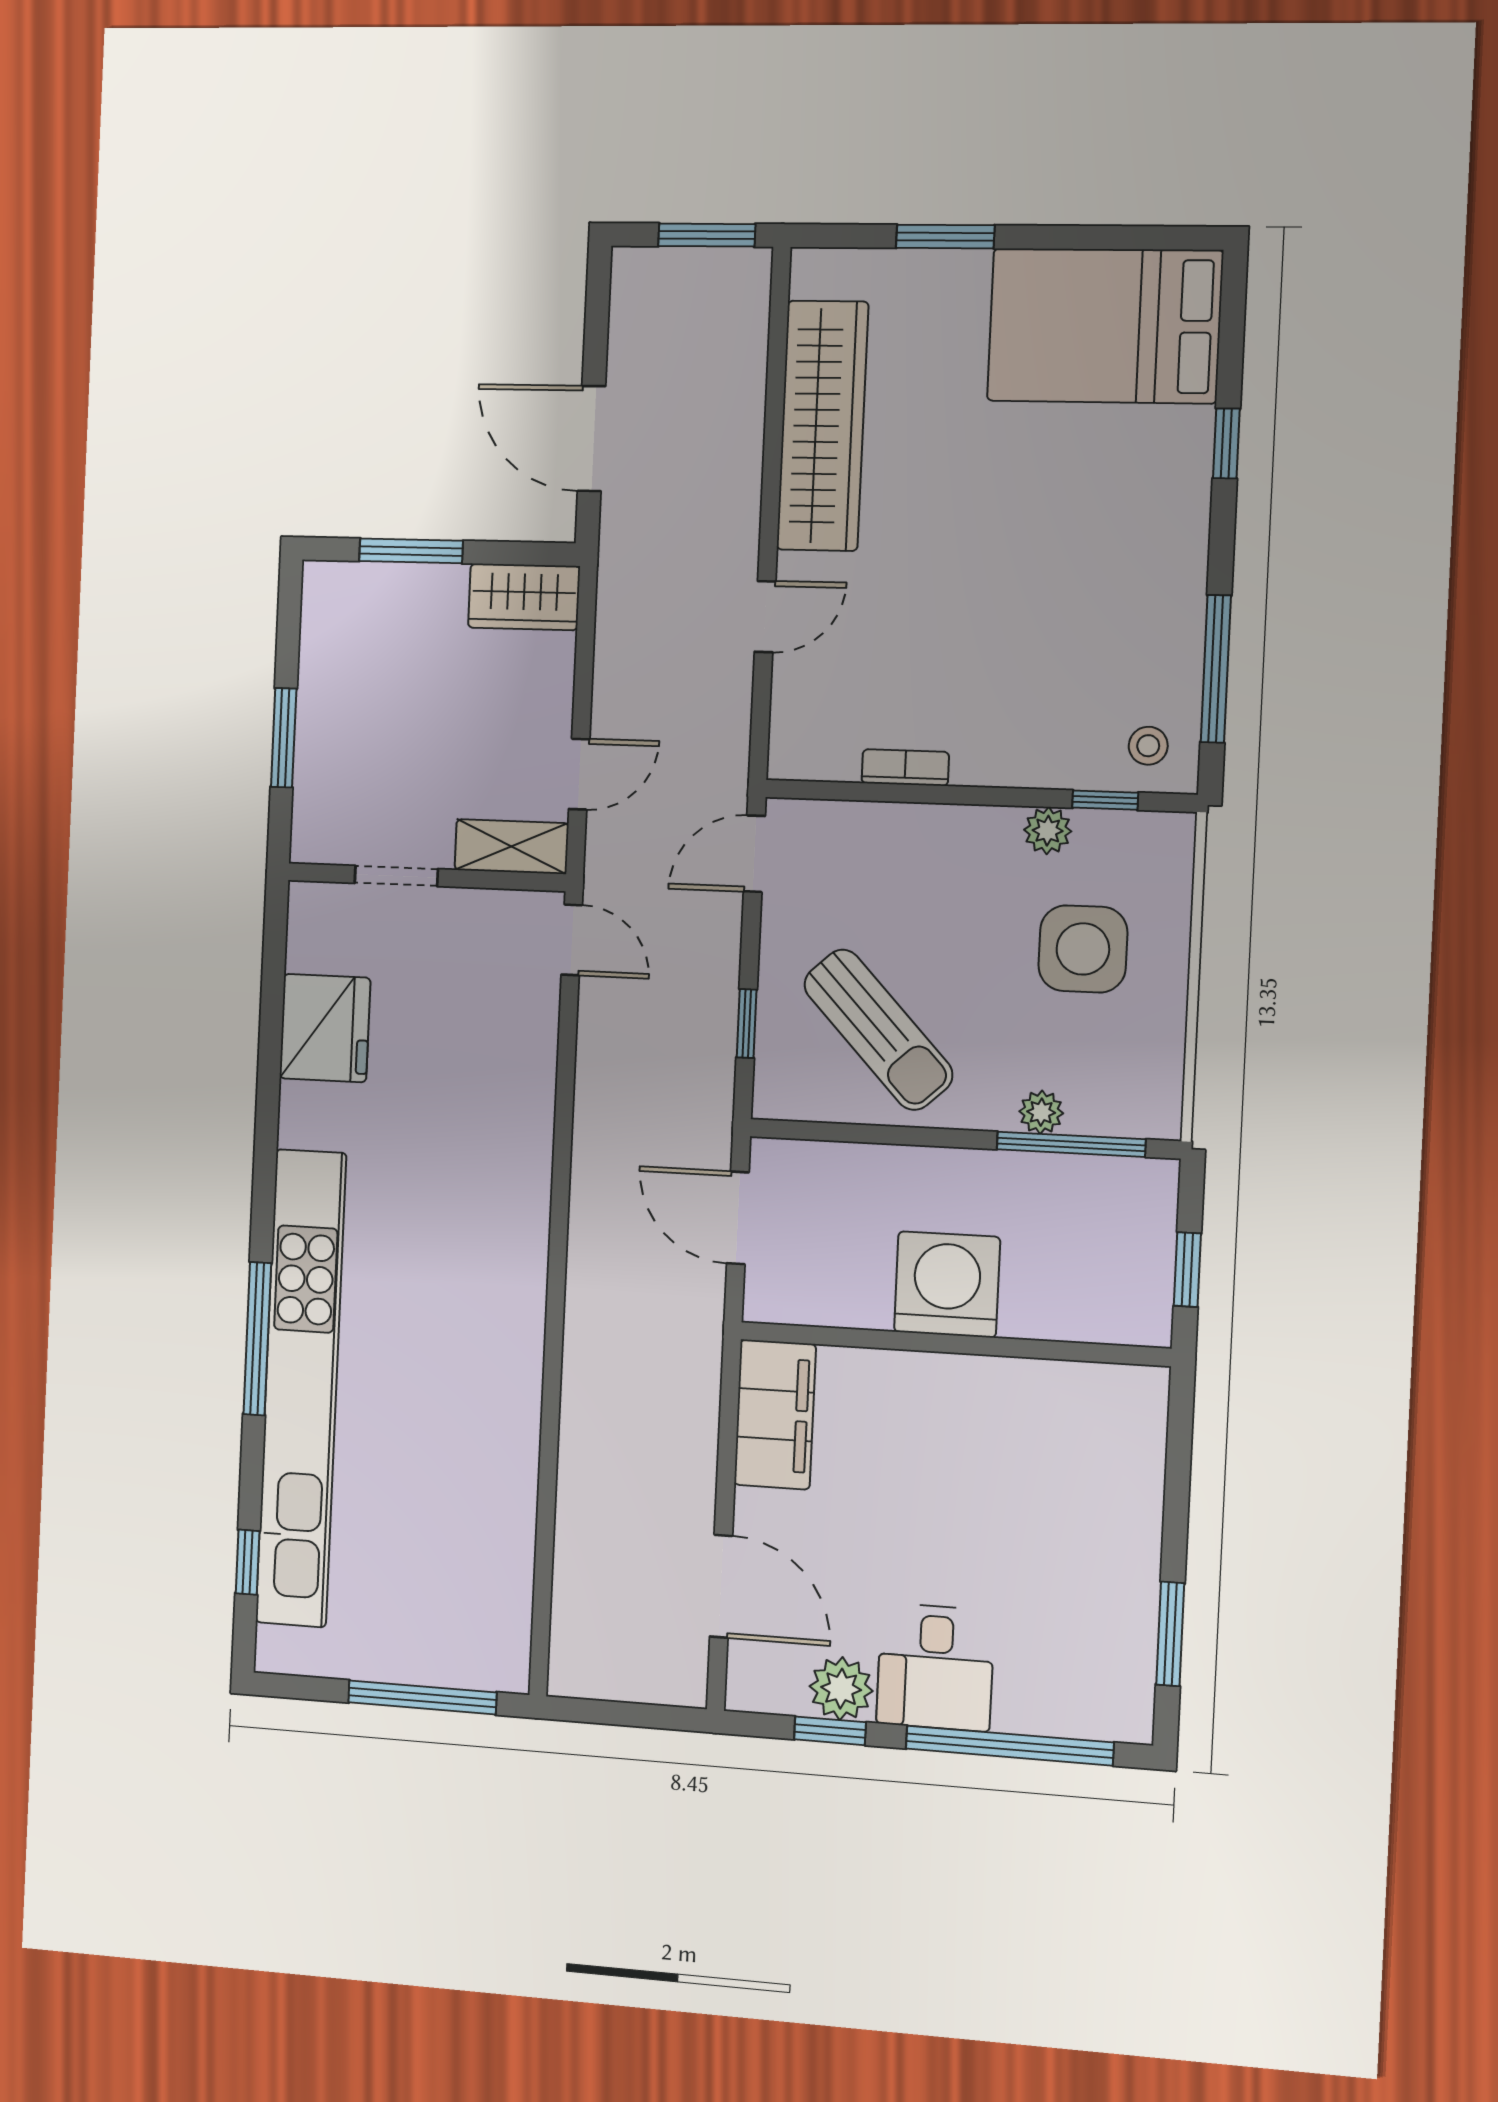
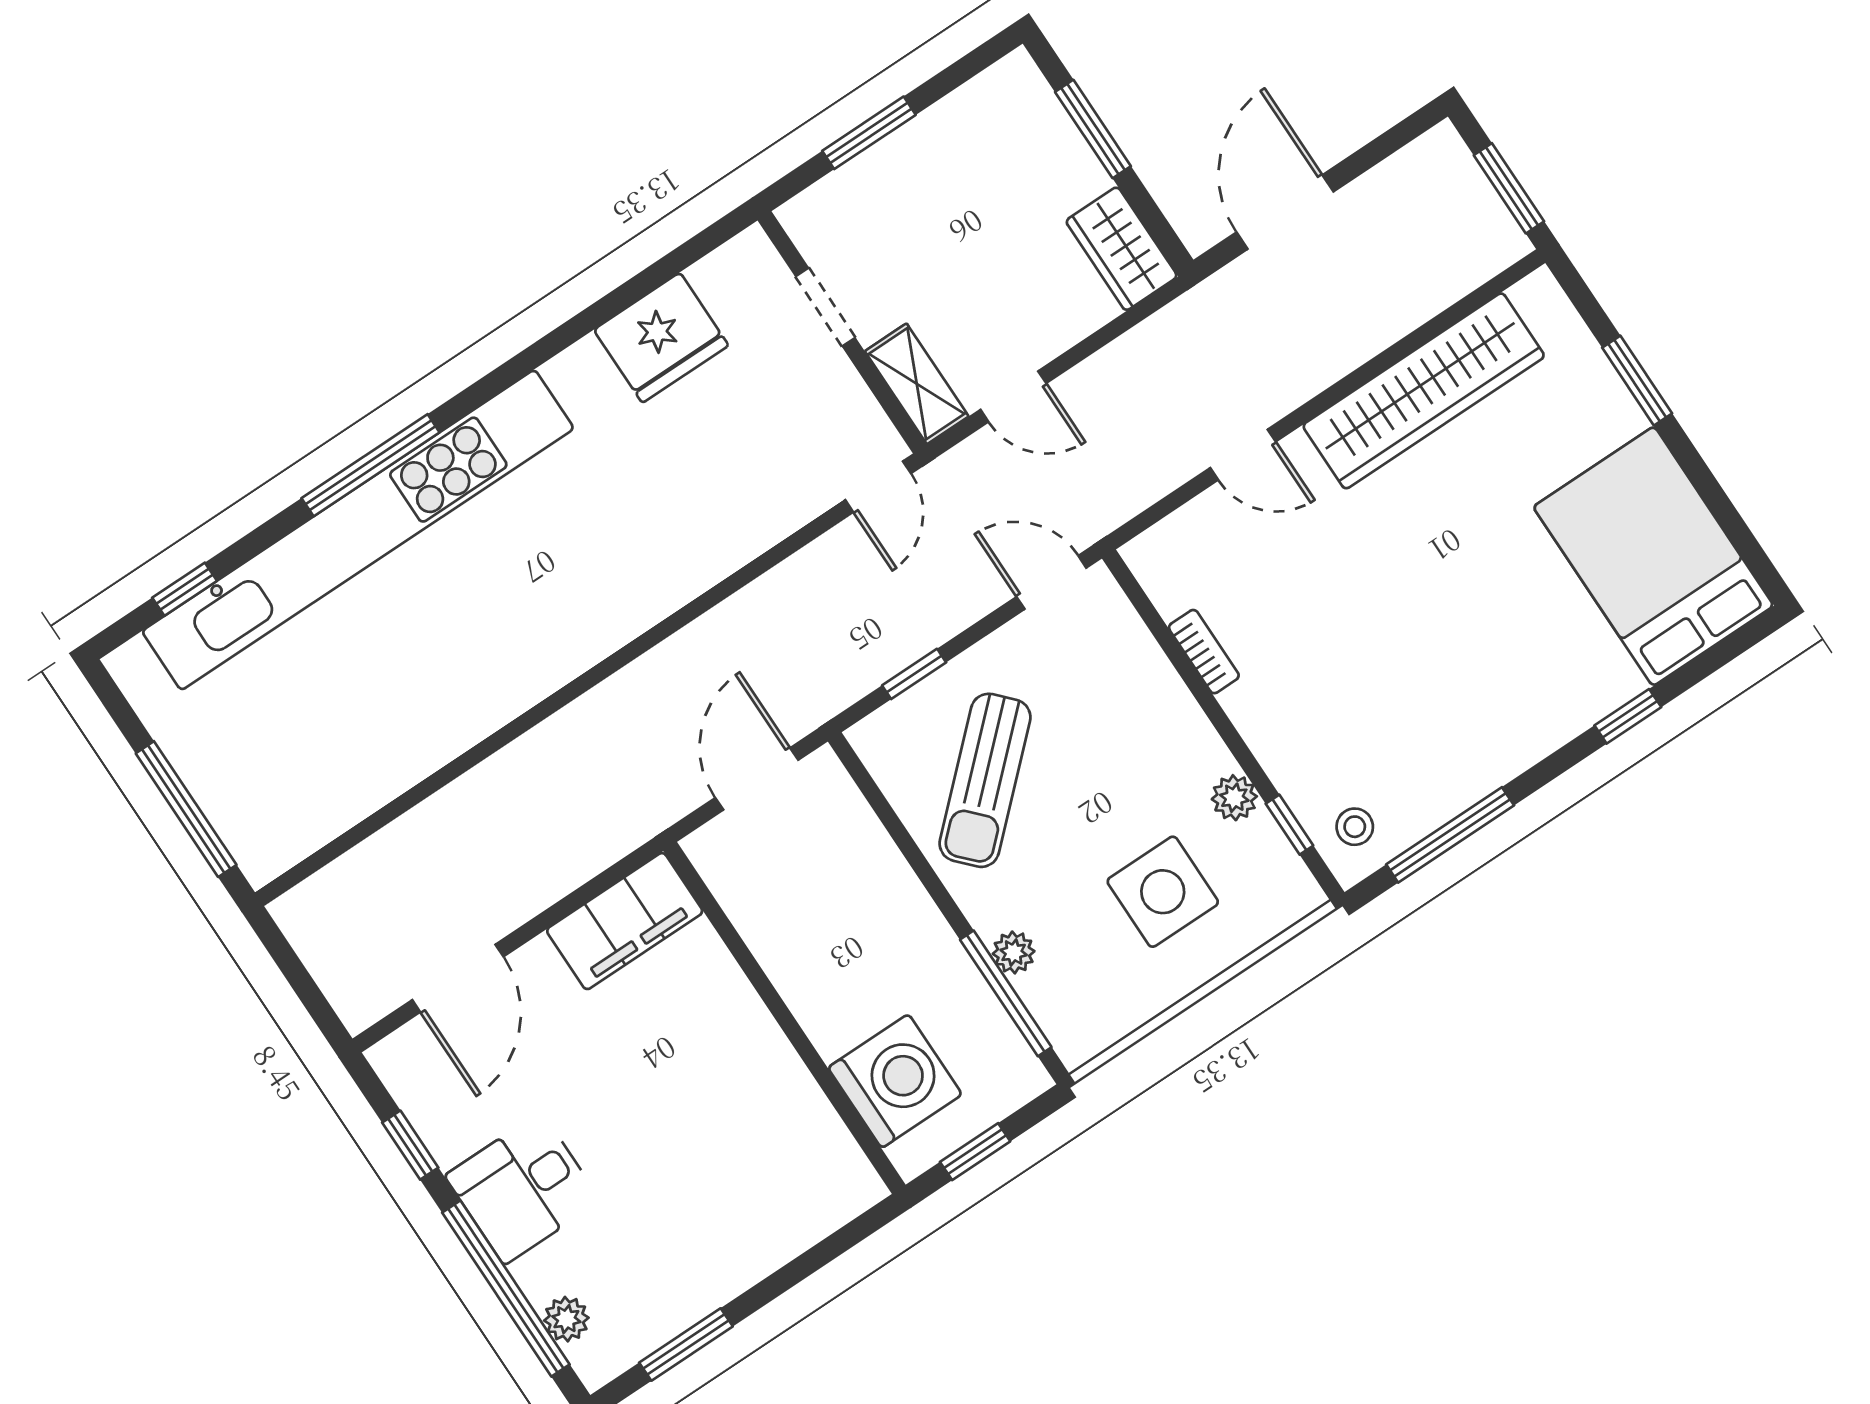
washing machine: (947, 1284) -> (895, 1081), moved
plant: (841, 1689) -> (566, 1319), moved, width x0.73, depth x0.73

